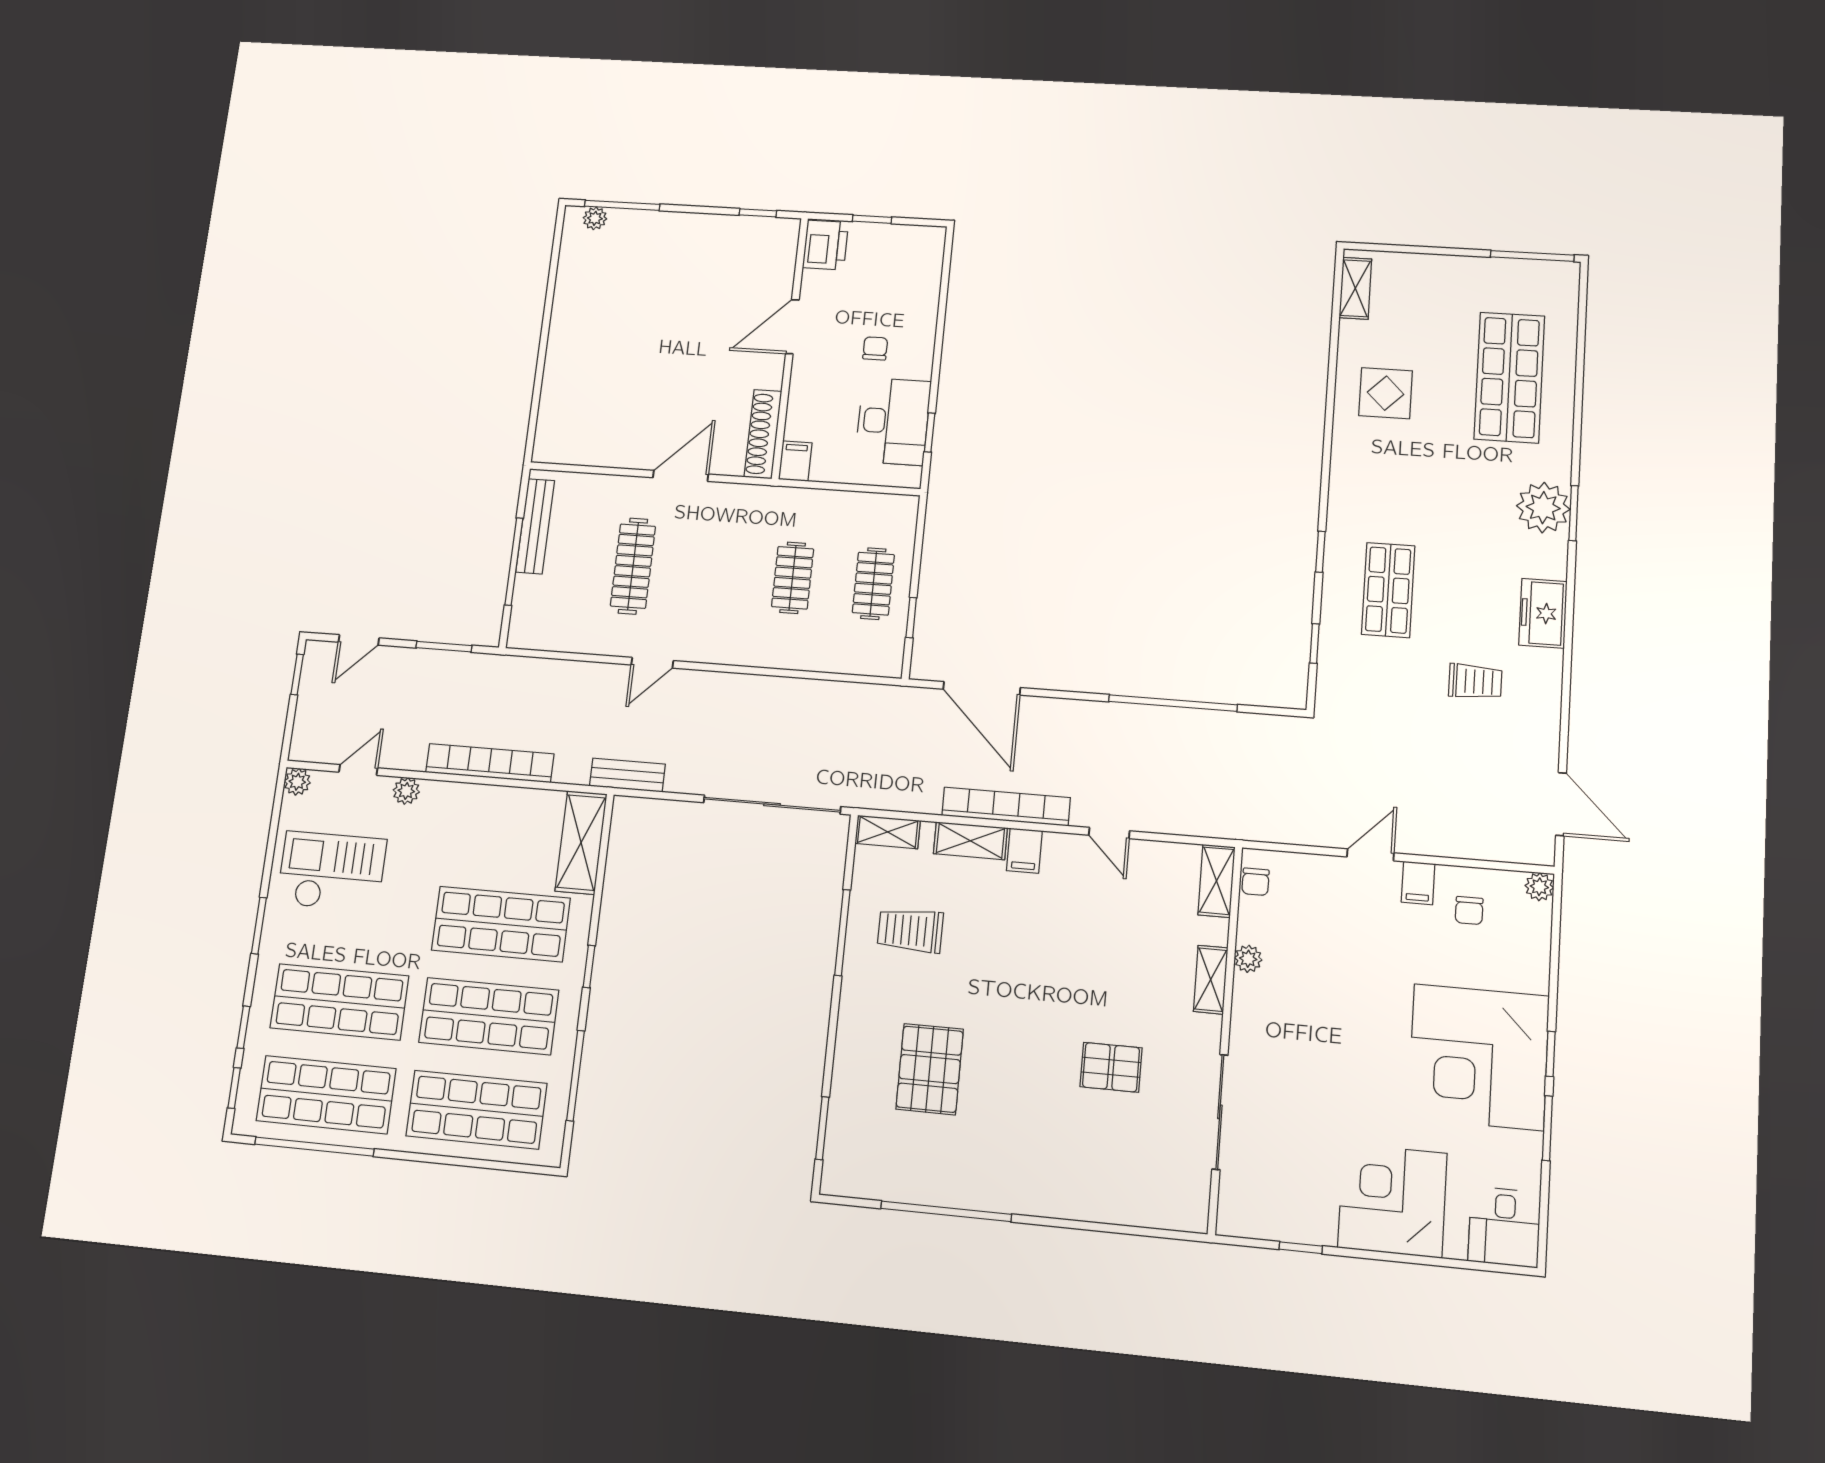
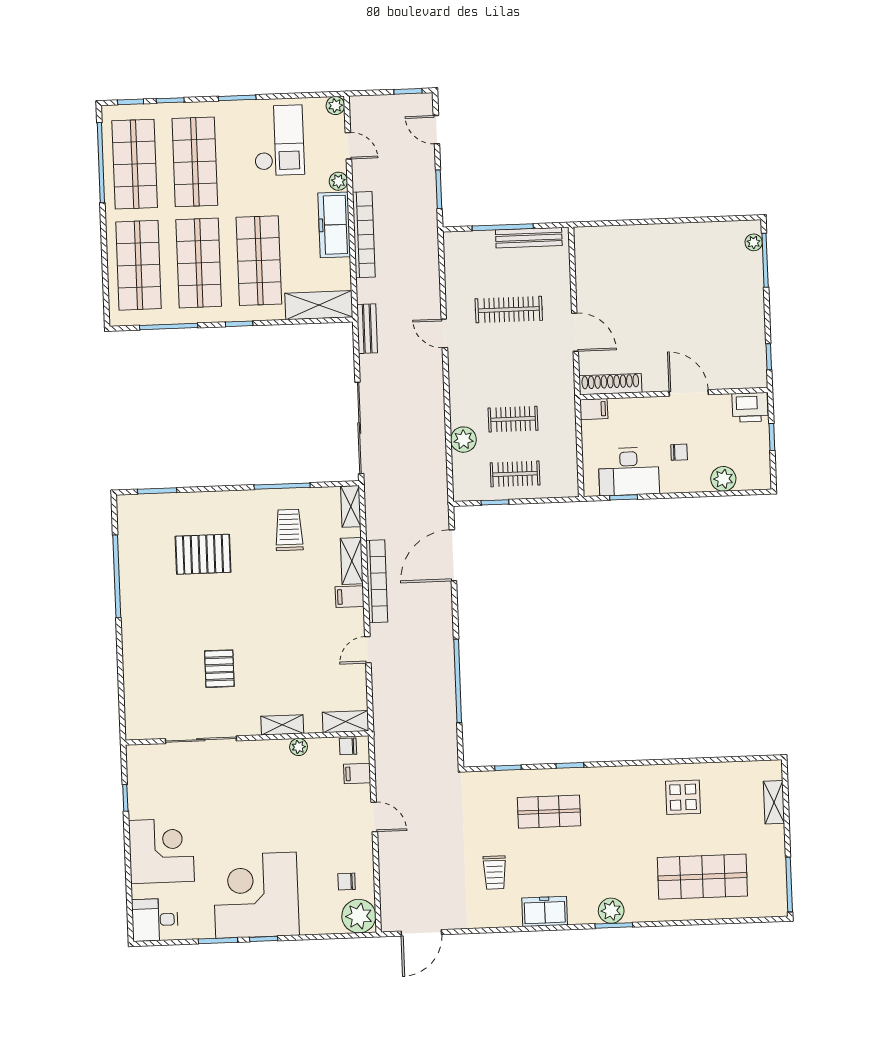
shelving: (1355, 288) -> (774, 802), moved, turned 90
plant: (922, 291) -> (723, 479), added
plant: (1543, 508) -> (611, 911), width x0.73, depth x0.73
plant: (812, 653) -> (463, 440), added
freezer: (468, 805) -> (334, 225), added
filing cabinet: (1418, 883) -> (357, 774), moved
plant: (1539, 887) -> (359, 916), width x1.87, depth x1.87

